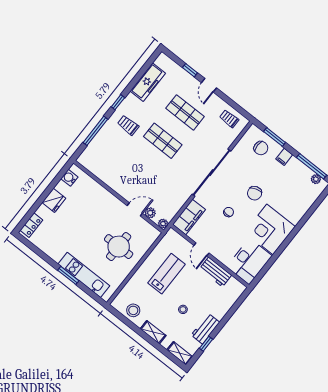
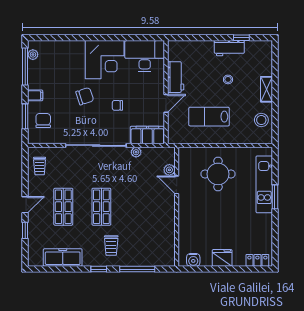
plant: (163, 224) -> (136, 152), moved
shelving: (180, 353) -> (266, 53), removed

